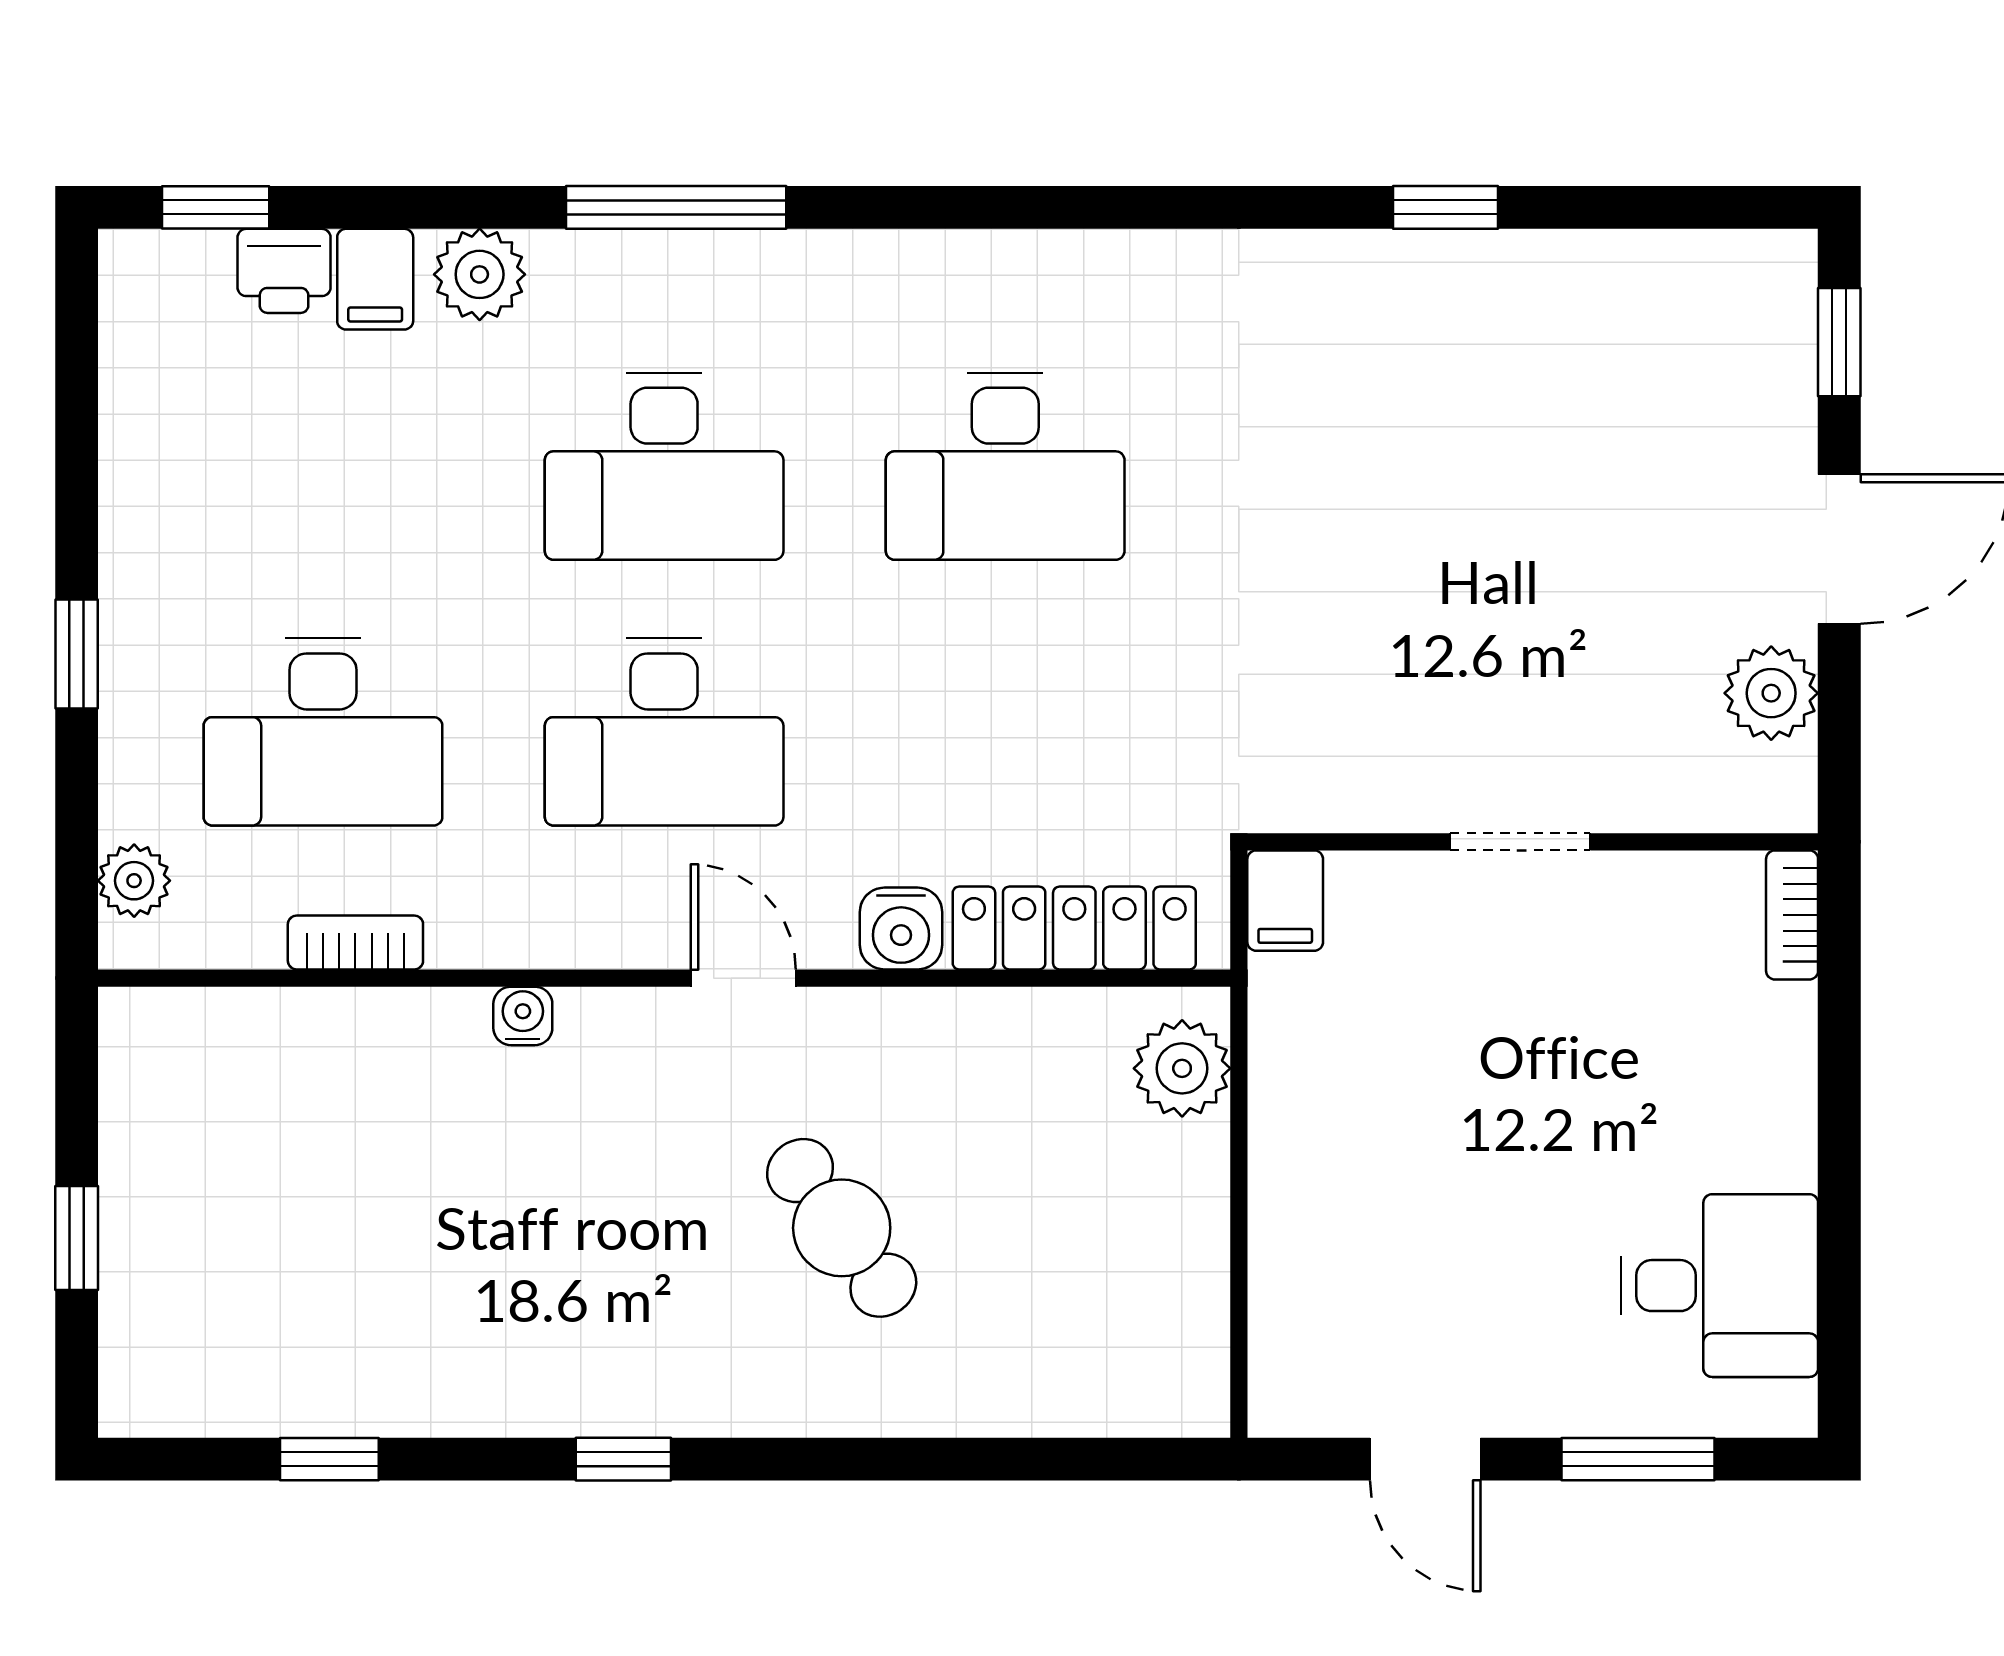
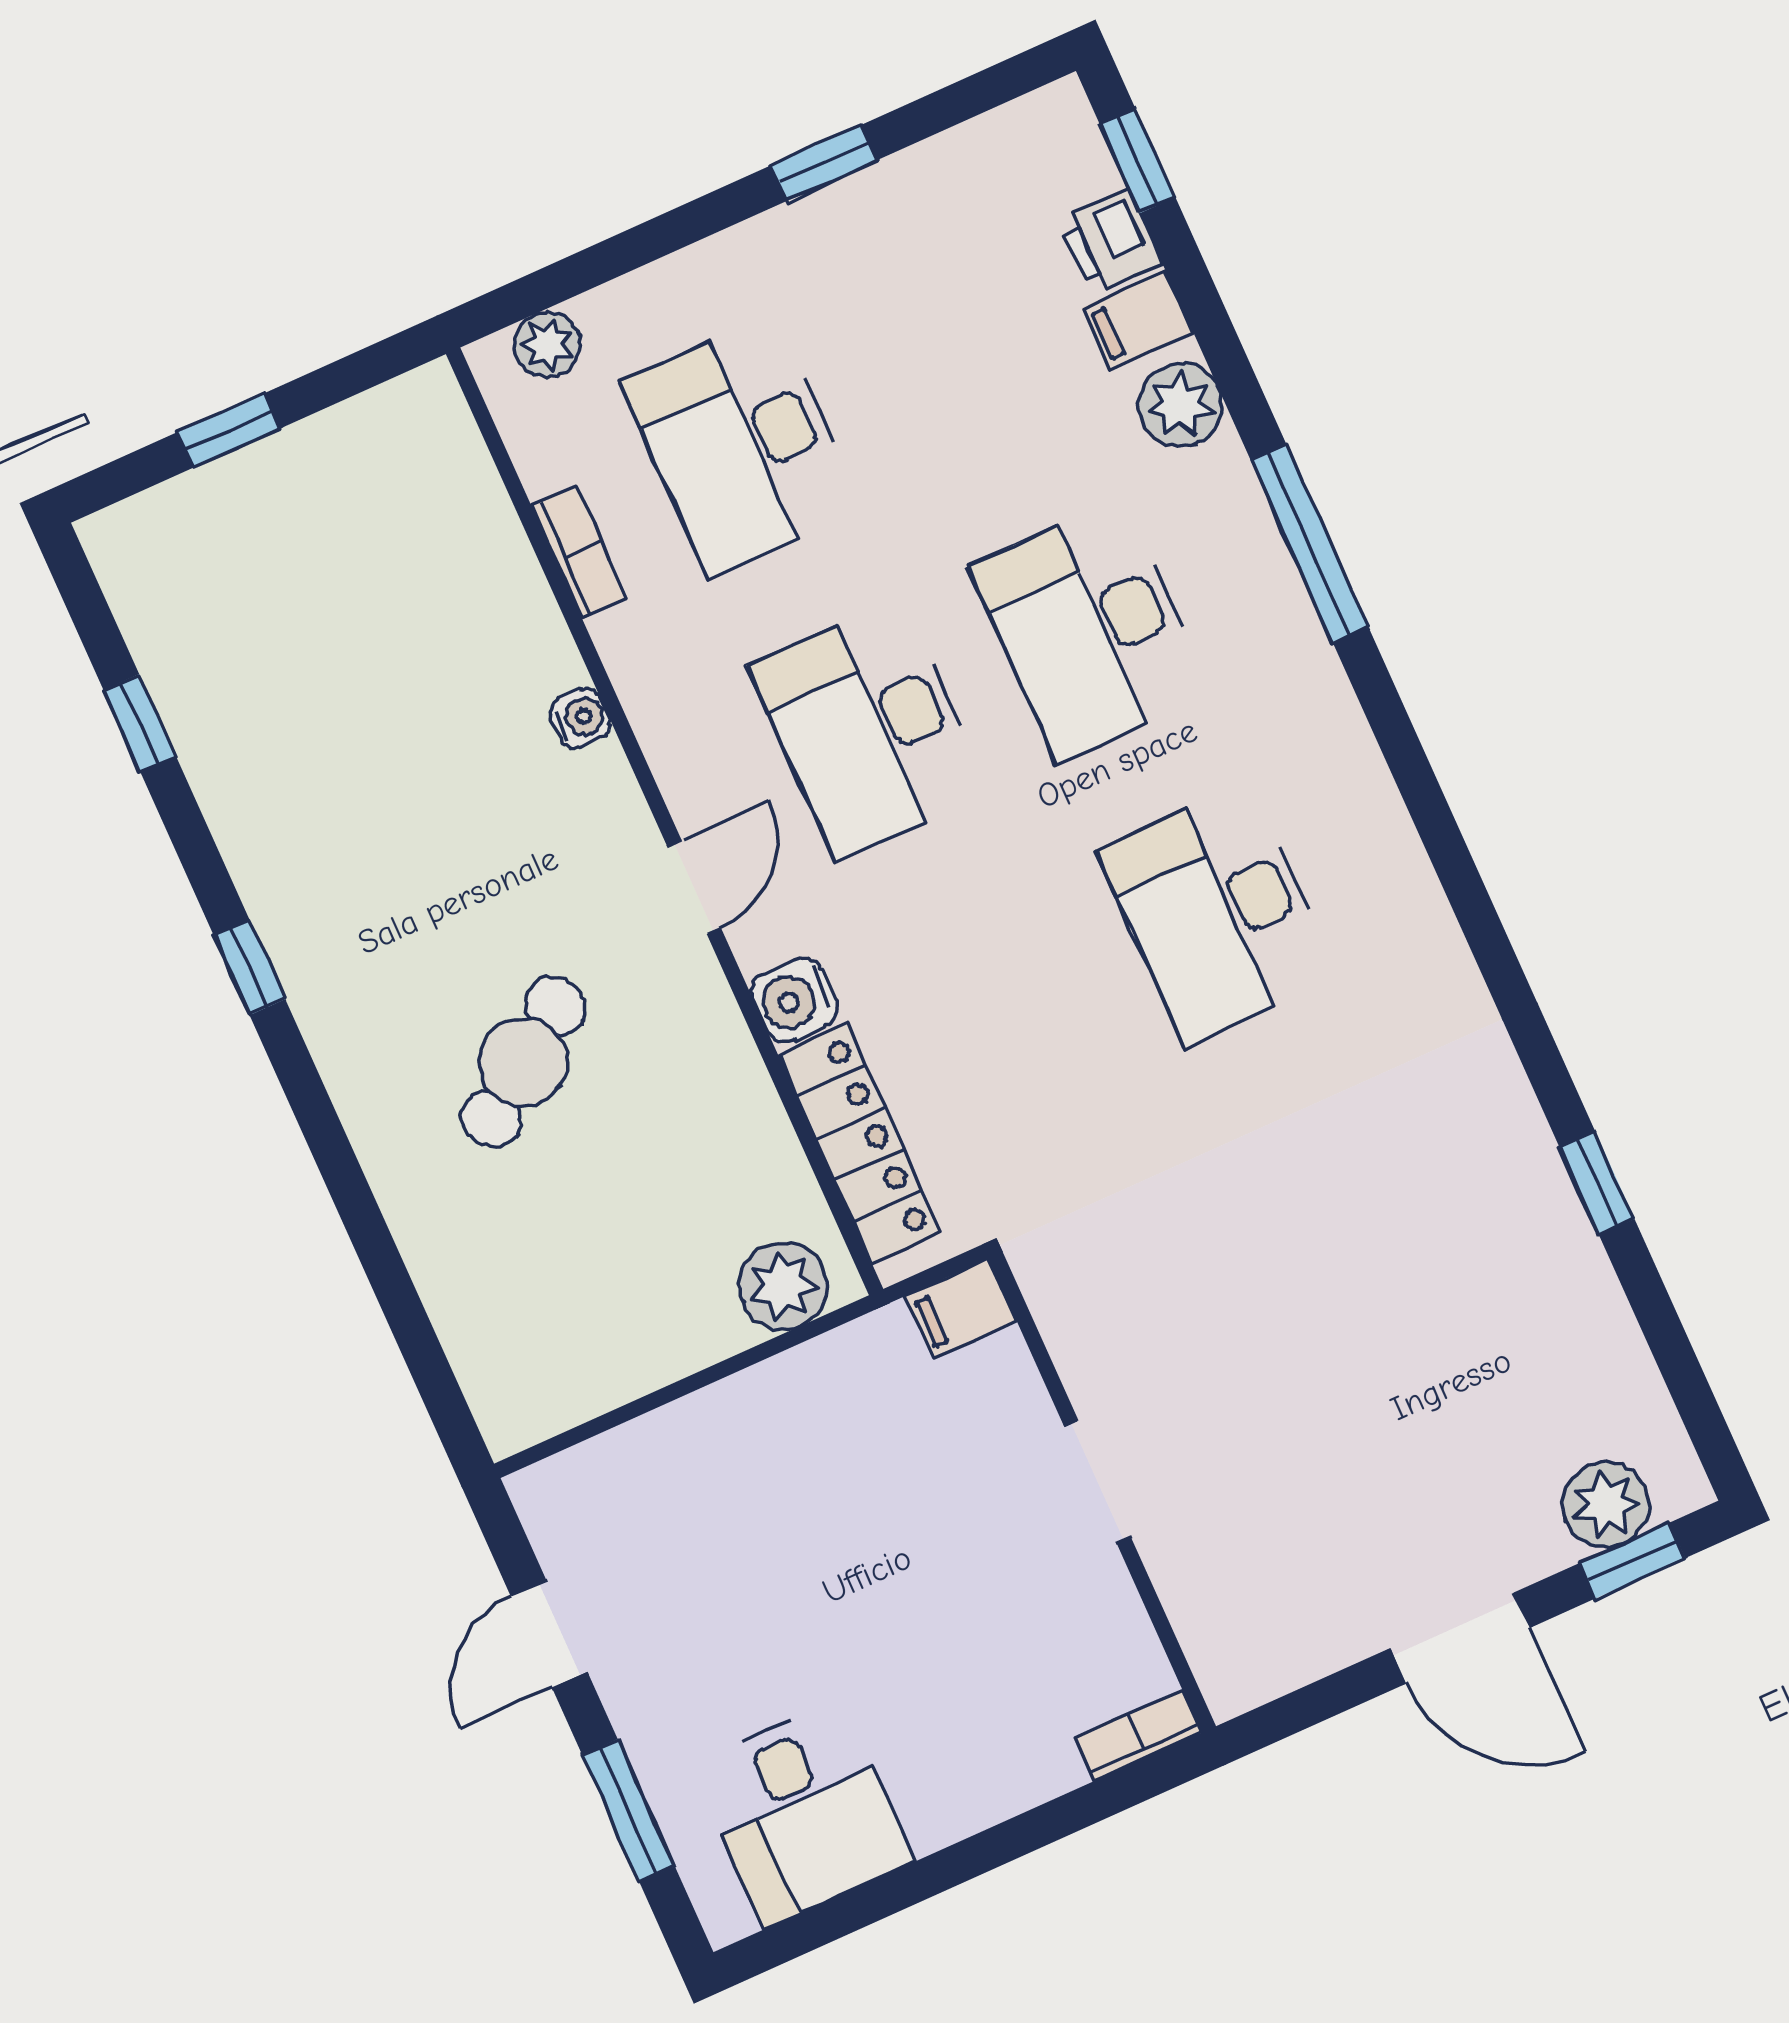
window: (77, 654) -> (824, 163), moved
plant: (1771, 693) -> (1606, 1505), moved

